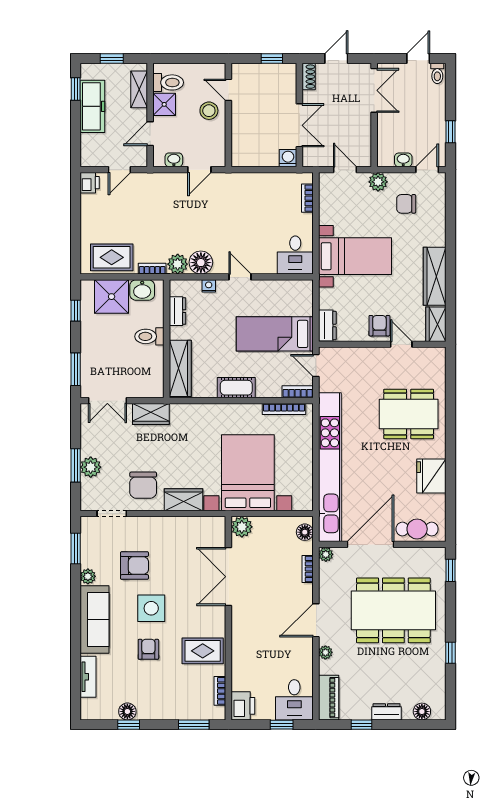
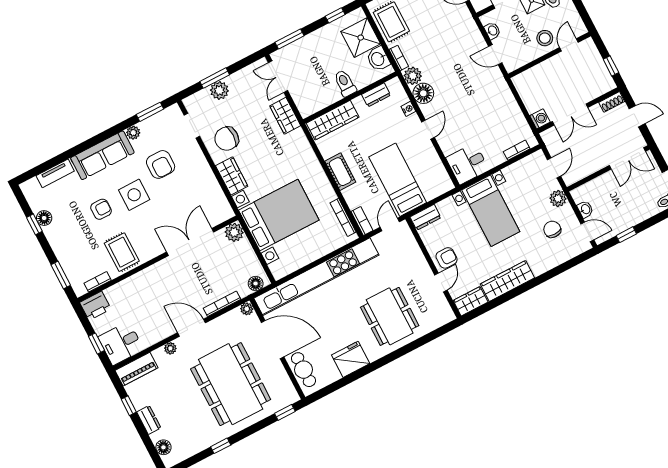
bookcase: (308, 569) -> (222, 304), width x1.56

